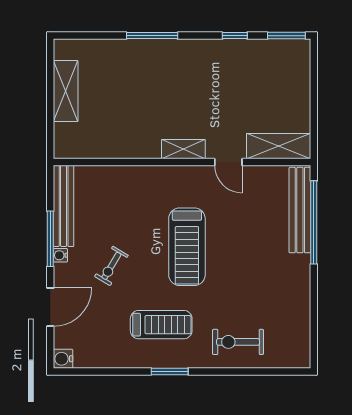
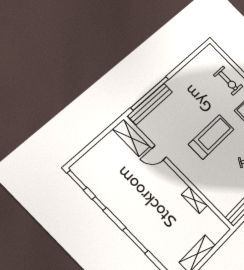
shelving: (183, 149) -> (194, 200), moved
door: (228, 162) -> (159, 153), swing flipped

